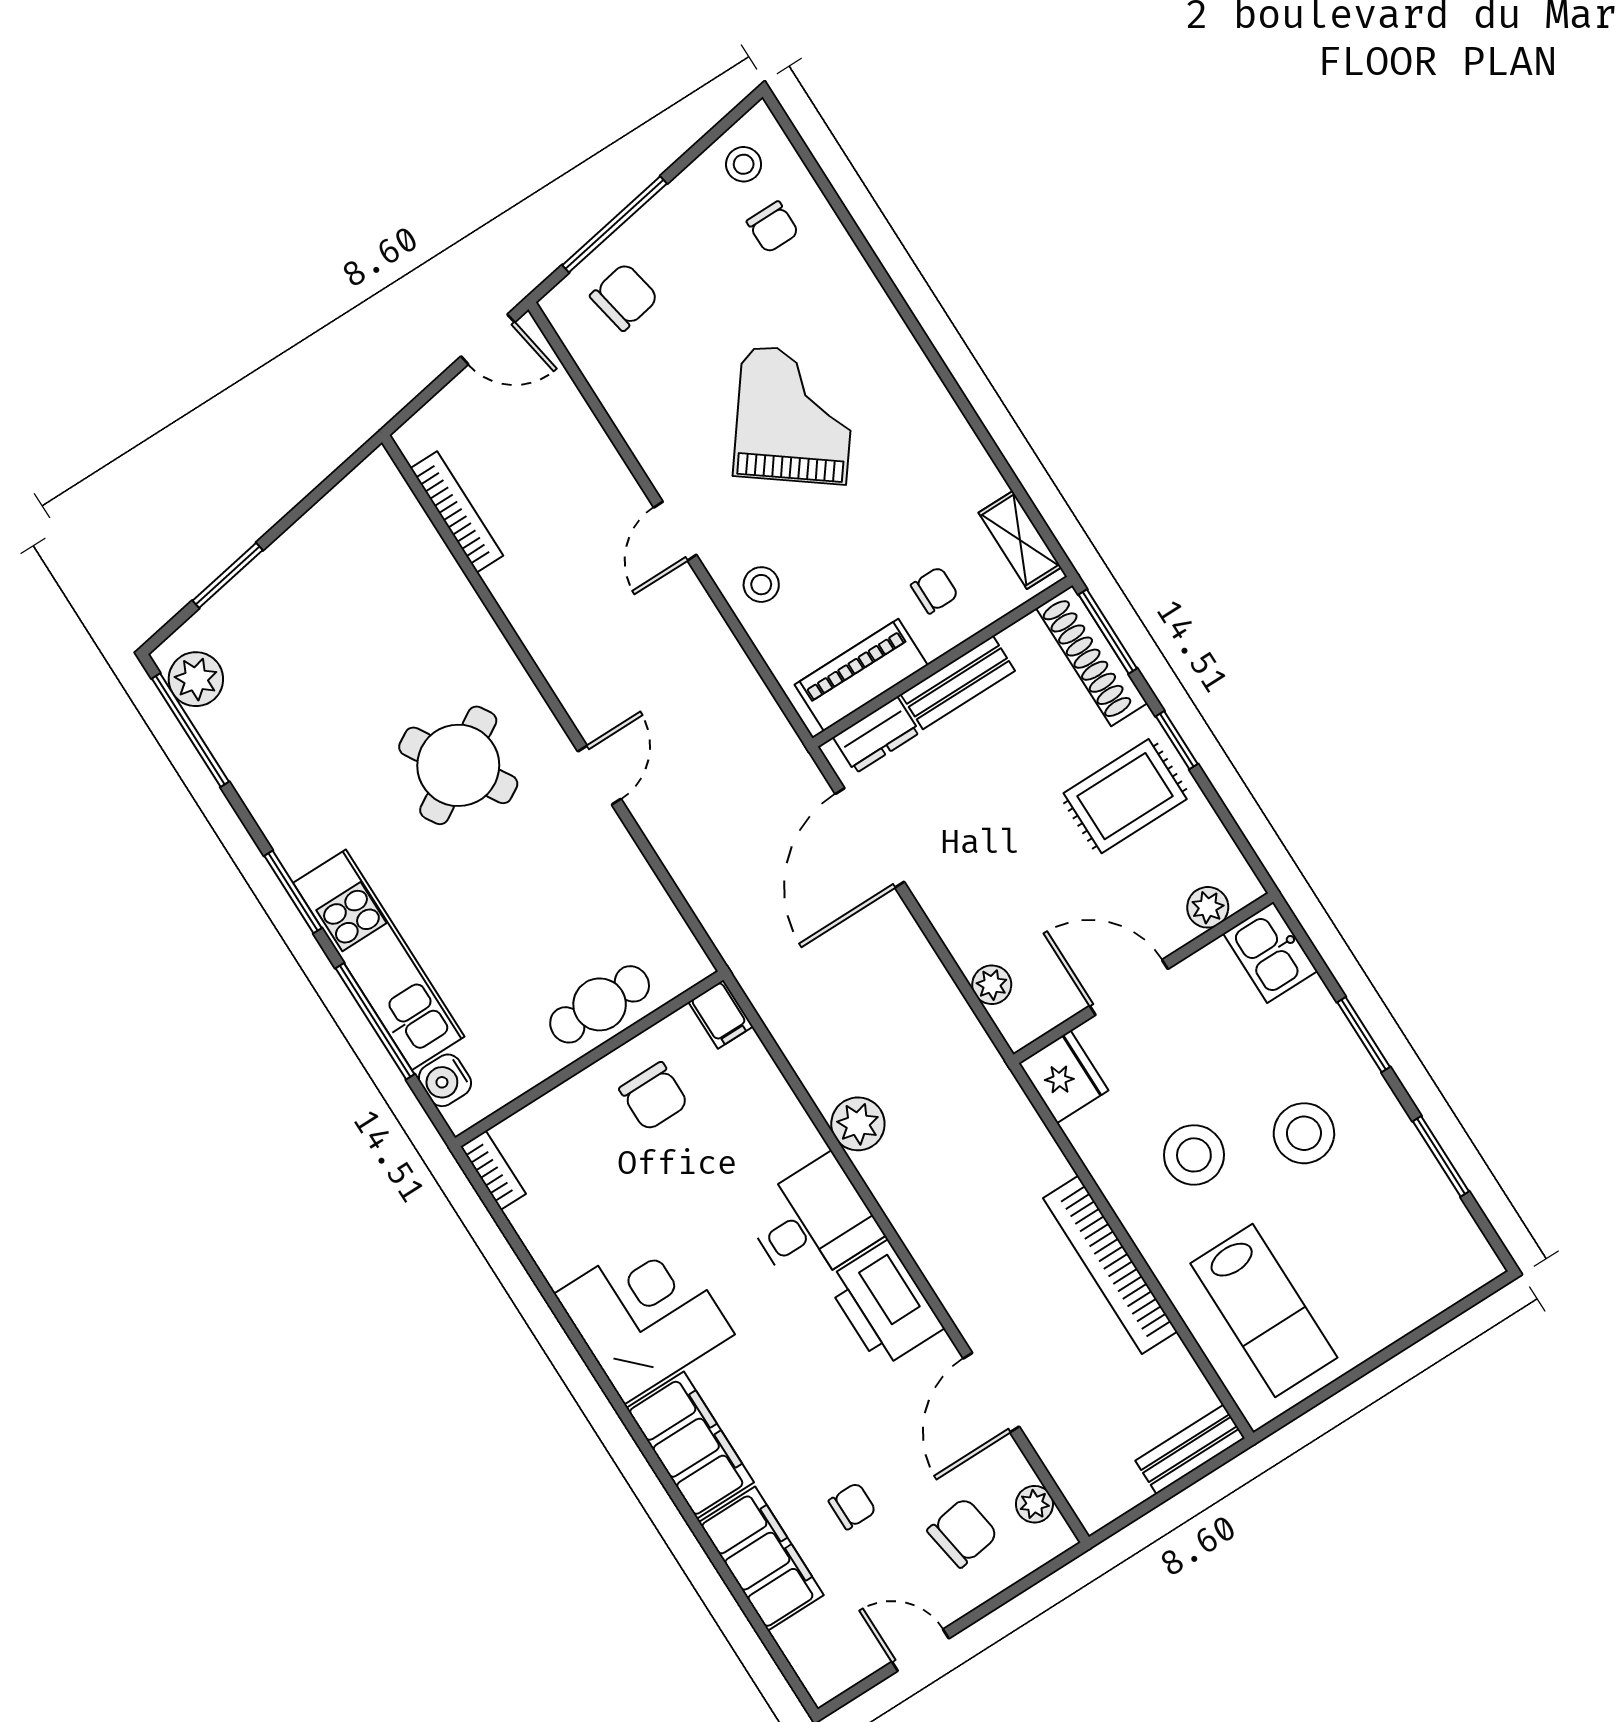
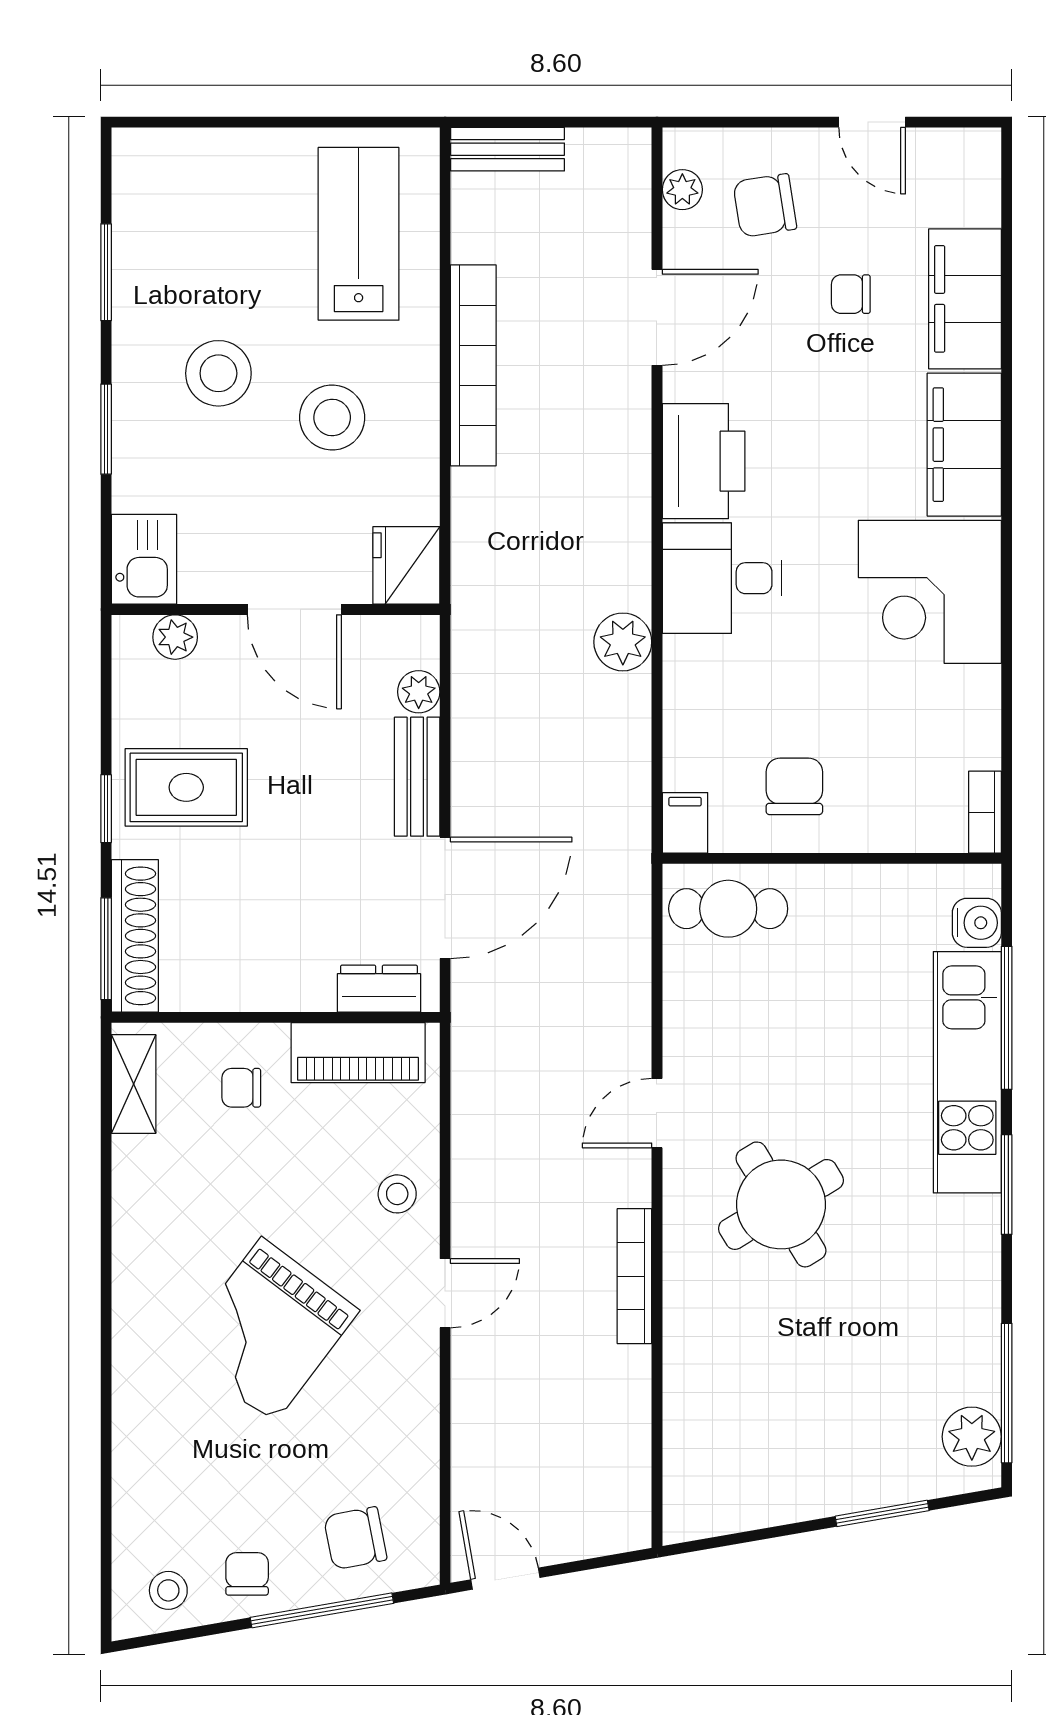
chair: (773, 227) -> (247, 1574), moved
bookcase: (457, 512) -> (634, 1276), moved
bench: (958, 682) -> (417, 777), moved, turned 90
cafe table: (600, 1004) -> (728, 909), moved

